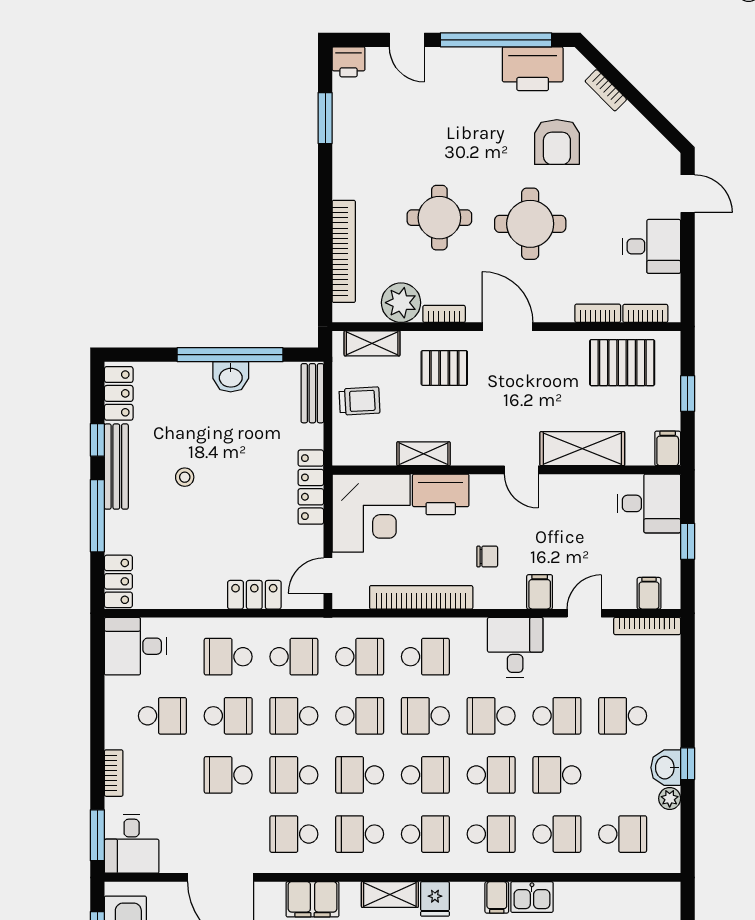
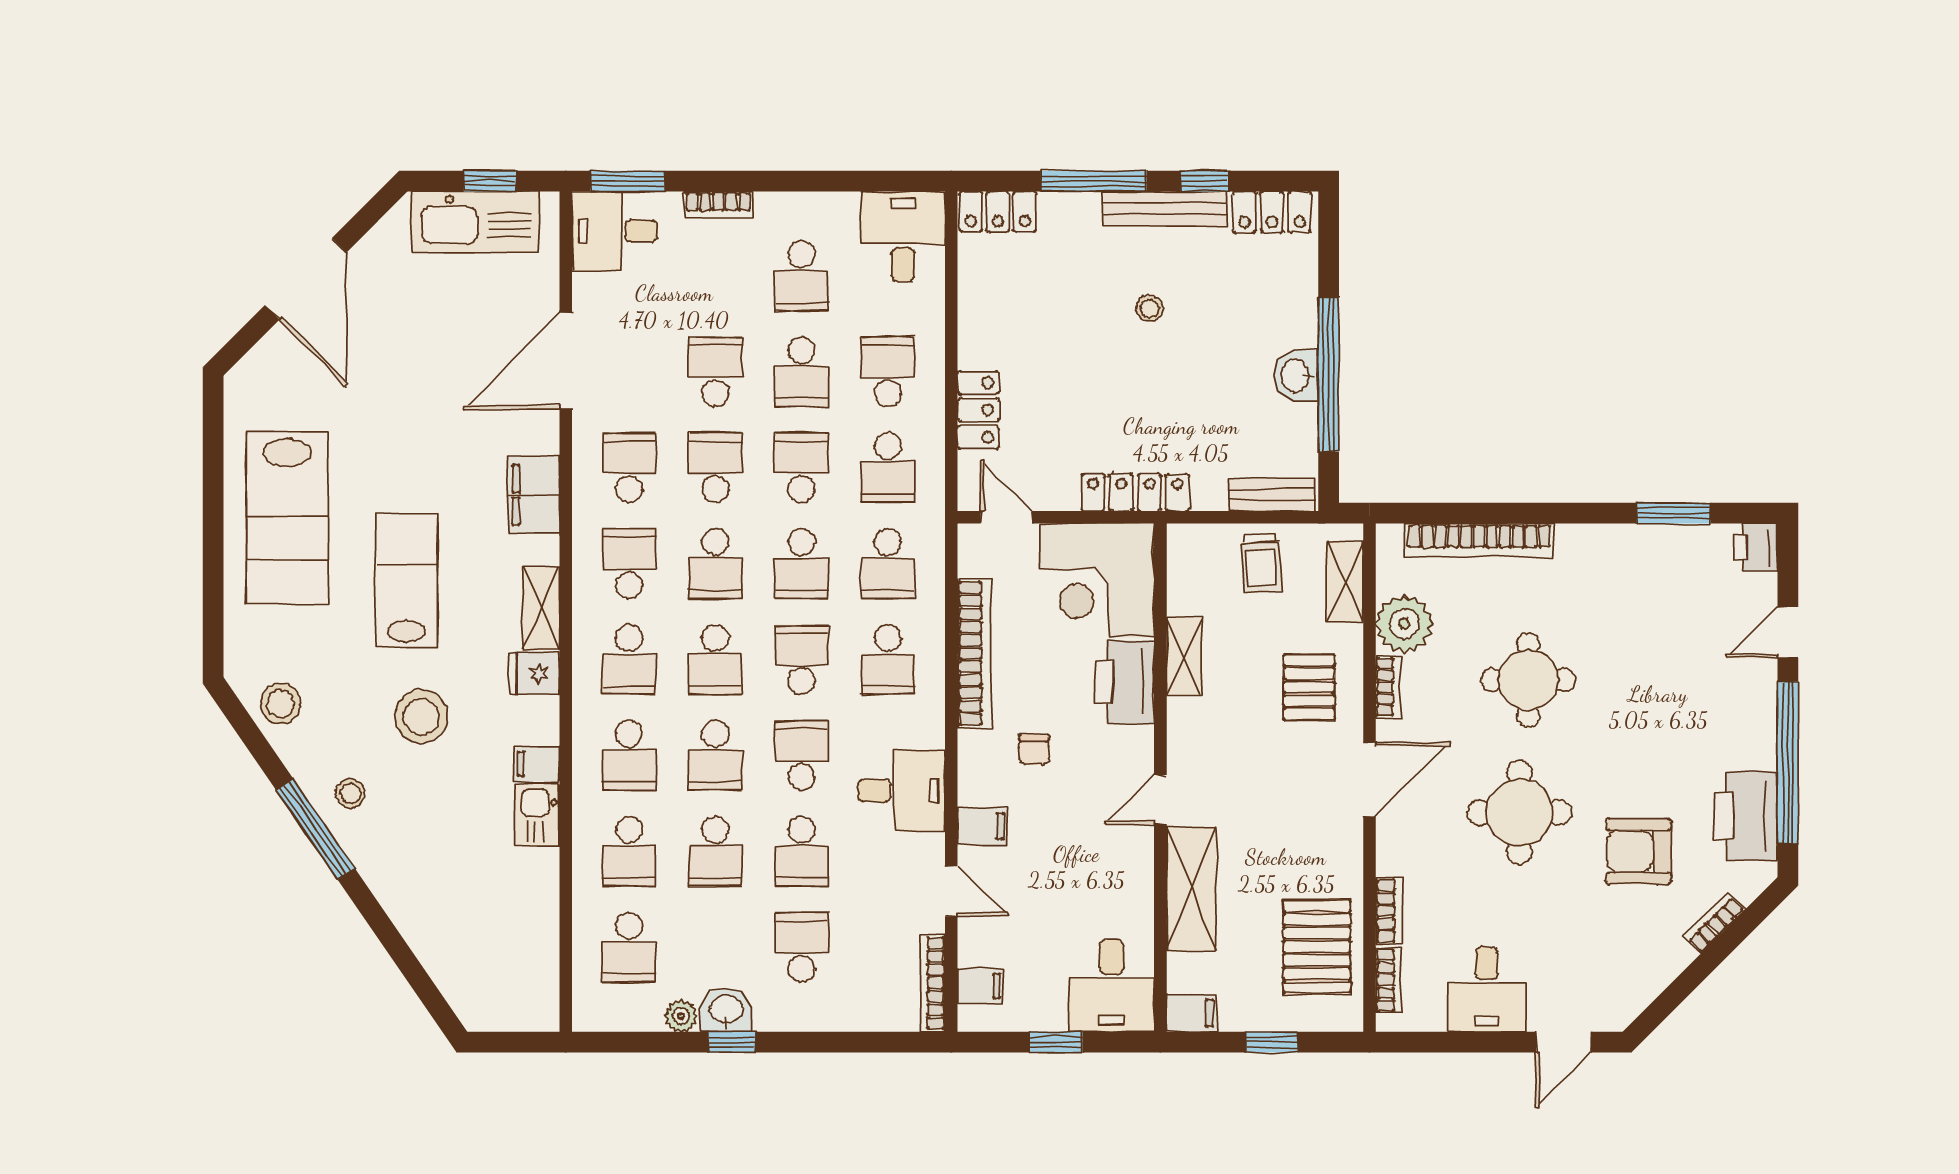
school desk: (360, 775) -> (715, 564), turned 180
school desk: (557, 775) -> (715, 851), turned 180

